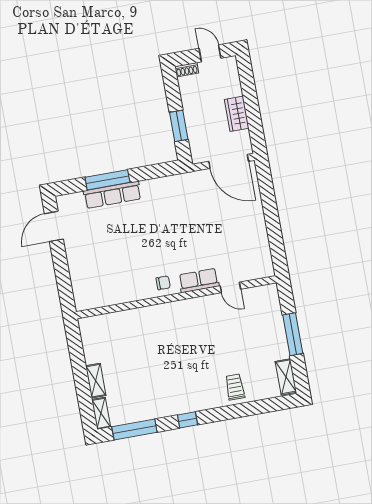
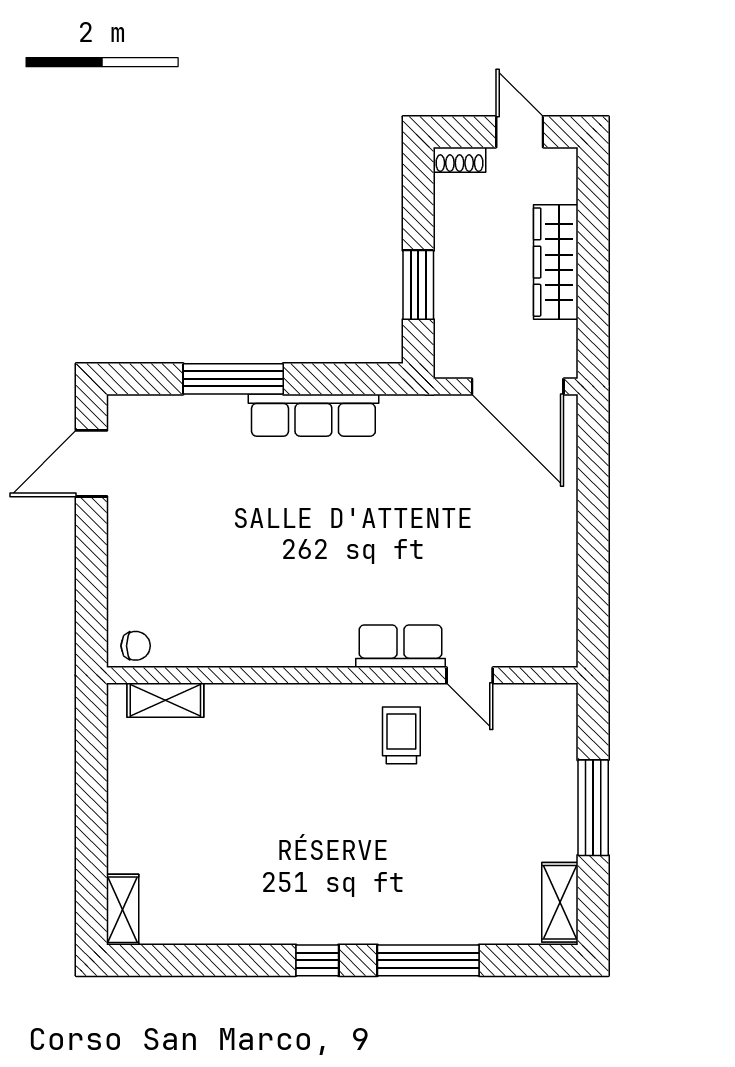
wardrobe: (237, 114) -> (556, 262), width x1.50
row of seats: (112, 195) -> (313, 415), moved
chair: (163, 283) -> (136, 646), moved
shelving: (96, 381) -> (165, 700), moved, turned 90
trolley: (235, 387) -> (401, 735), moved
window: (134, 429) -> (428, 960), moved

